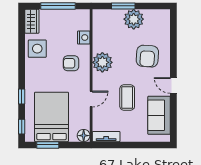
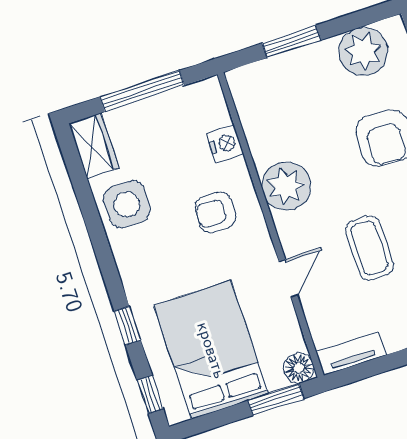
plant: (134, 19) -> (363, 51), moved
window: (48, 145) -> (276, 400), moved

